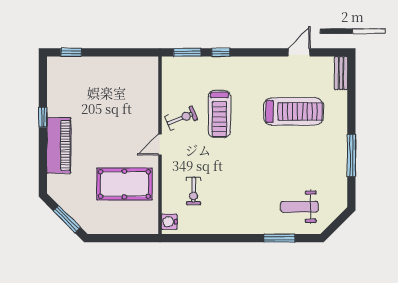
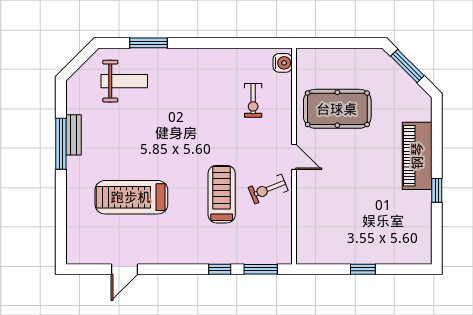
window: (71, 52) -> (363, 269), moved
bench: (341, 73) -> (73, 135), moved
door: (160, 145) -> (294, 157), hinge flipped
exercise bike: (194, 191) -> (253, 100), turned 180

